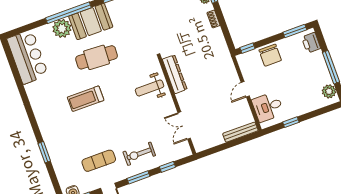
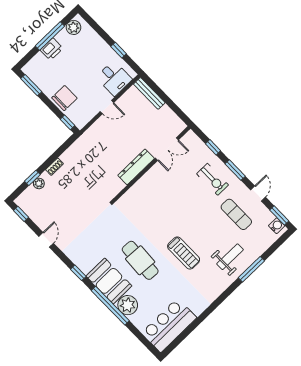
printer: (311, 43) -> (52, 49), moved
dresser: (175, 74) -> (136, 167), moved
weight bench: (150, 88) -> (230, 257), moved, turned -90
window: (44, 152) -> (251, 269), width x1.44

